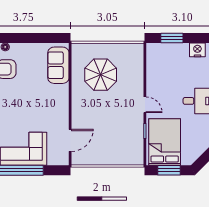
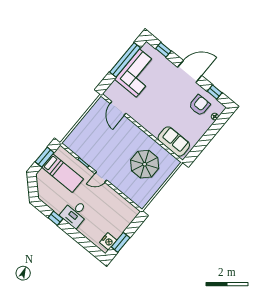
window: (172, 38) -> (121, 242), moved
bed: (165, 142) -> (63, 173), width x0.67

